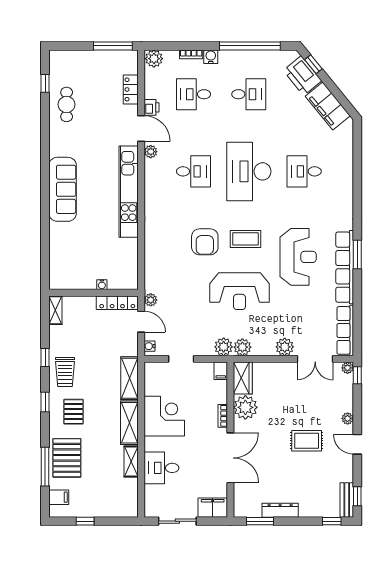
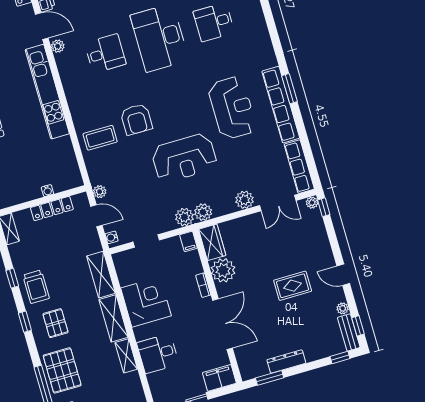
coffee table: (246, 239) -> (100, 138), moved
locker: (117, 303) -> (52, 208), moved
plant: (348, 418) -> (343, 308), moved

